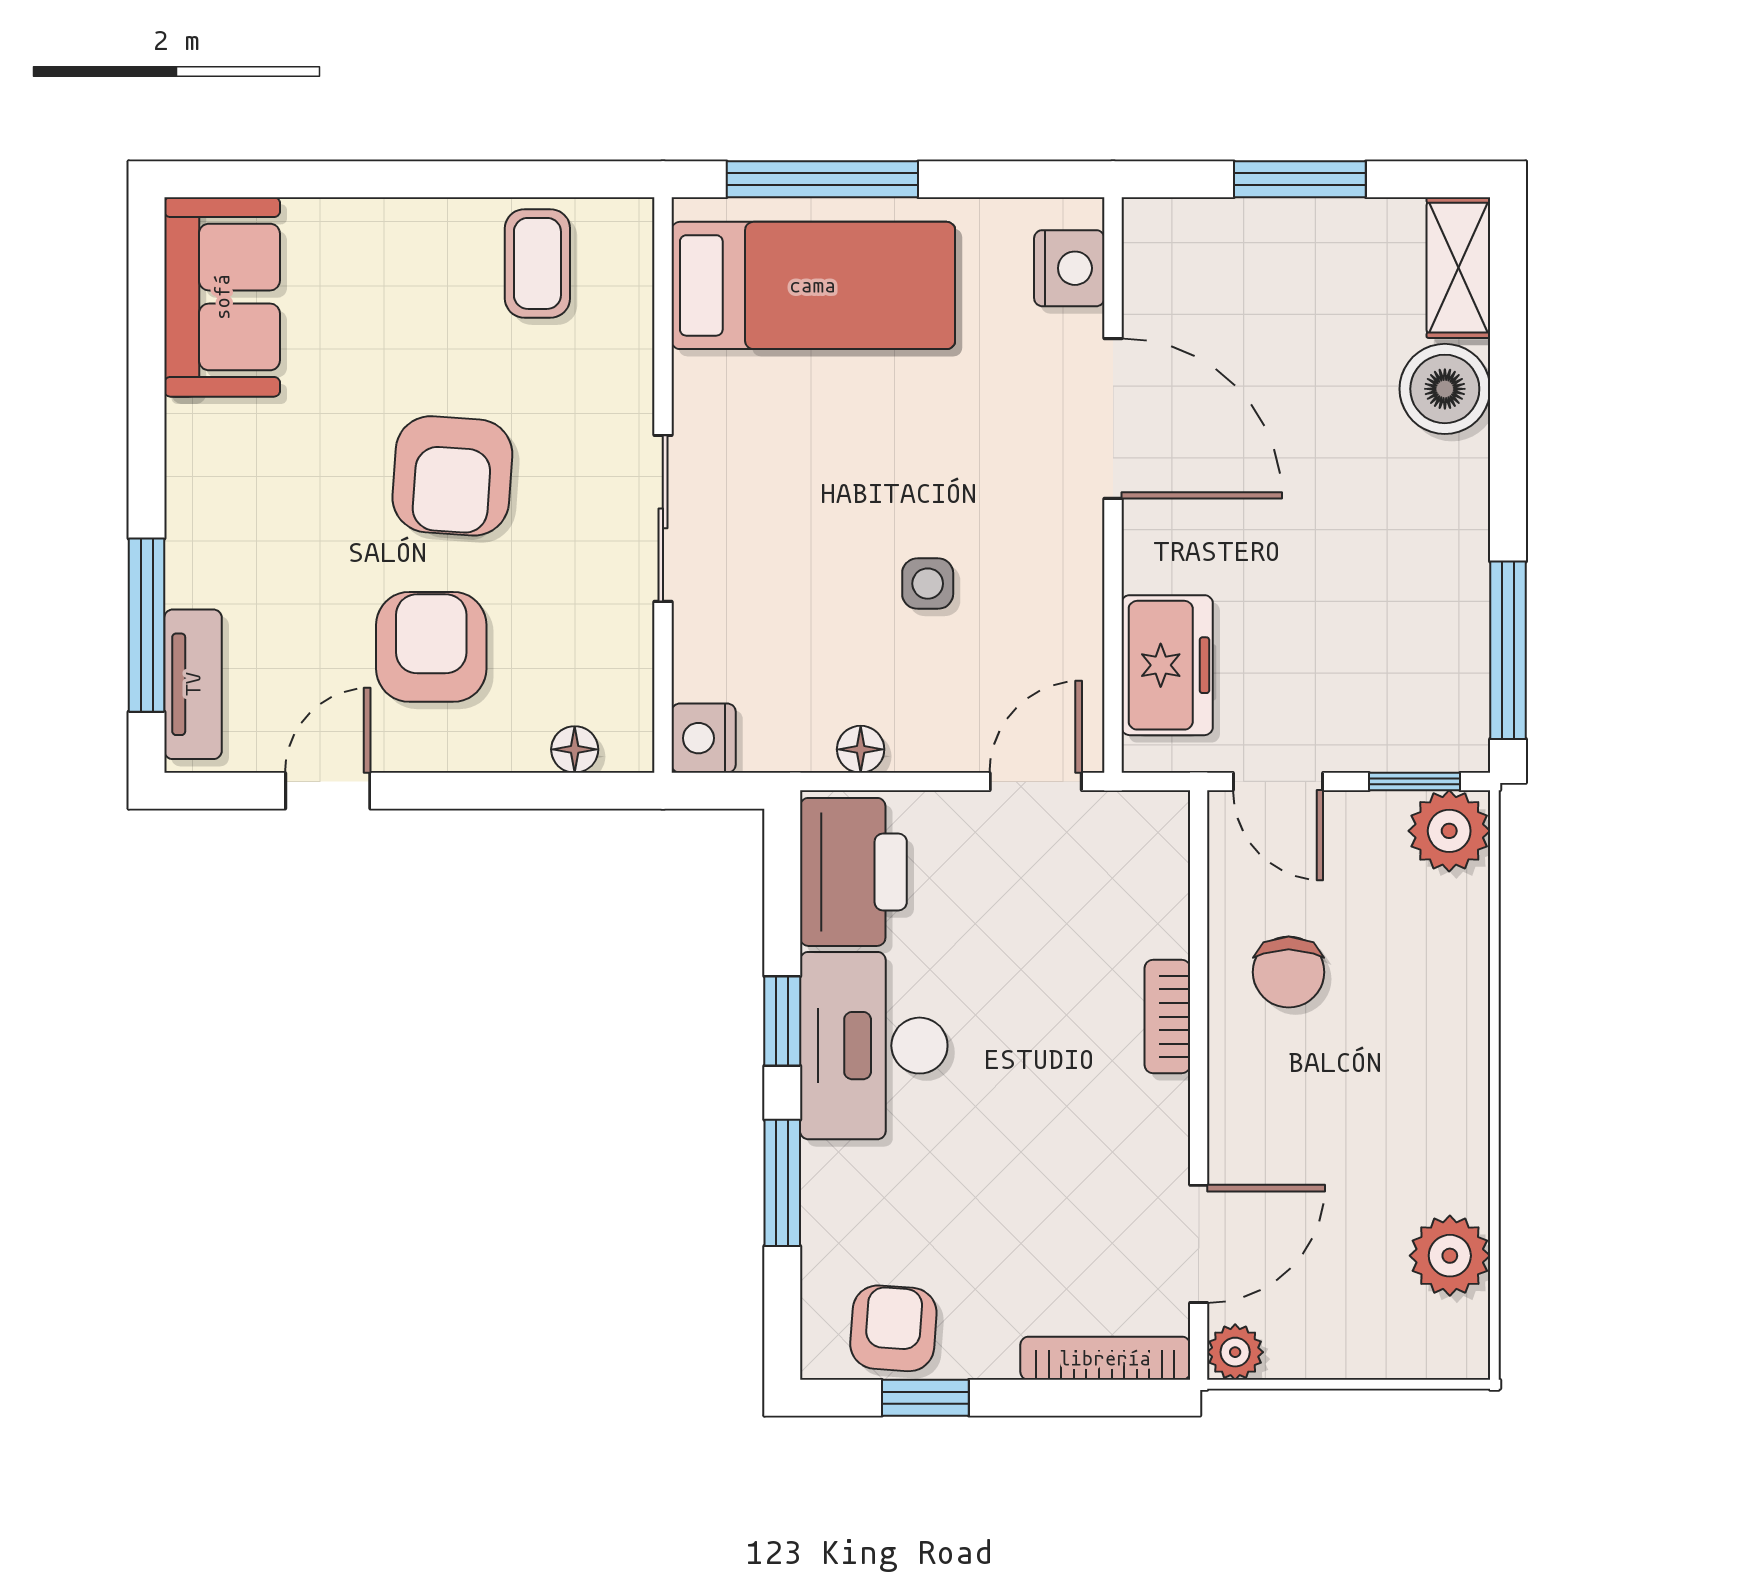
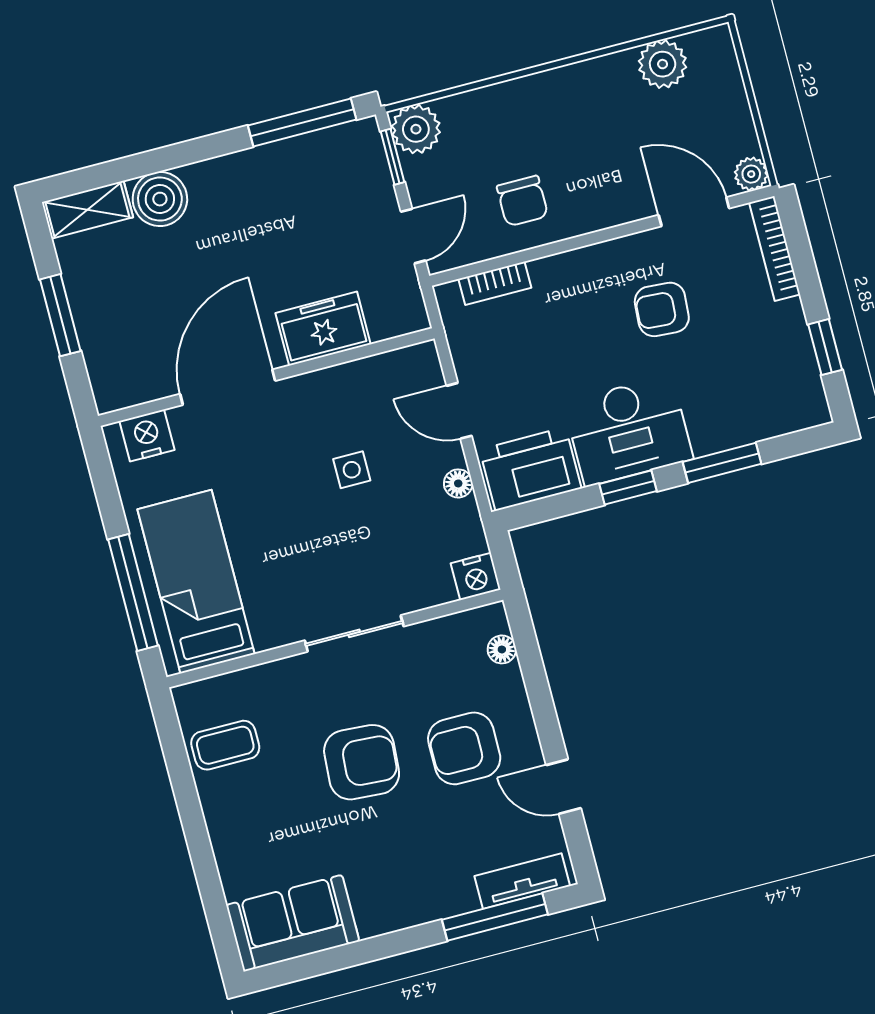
freezer: (1167, 665) -> (323, 329), moved
door: (1036, 781) -> (459, 411), moved
chair: (1289, 972) -> (522, 201), turned 90
bookcase: (1167, 1017) -> (495, 283), moved
armchair: (893, 1328) -> (662, 309), moved

